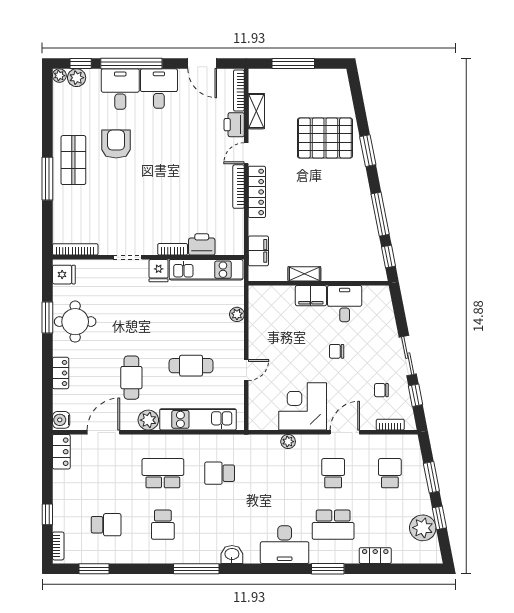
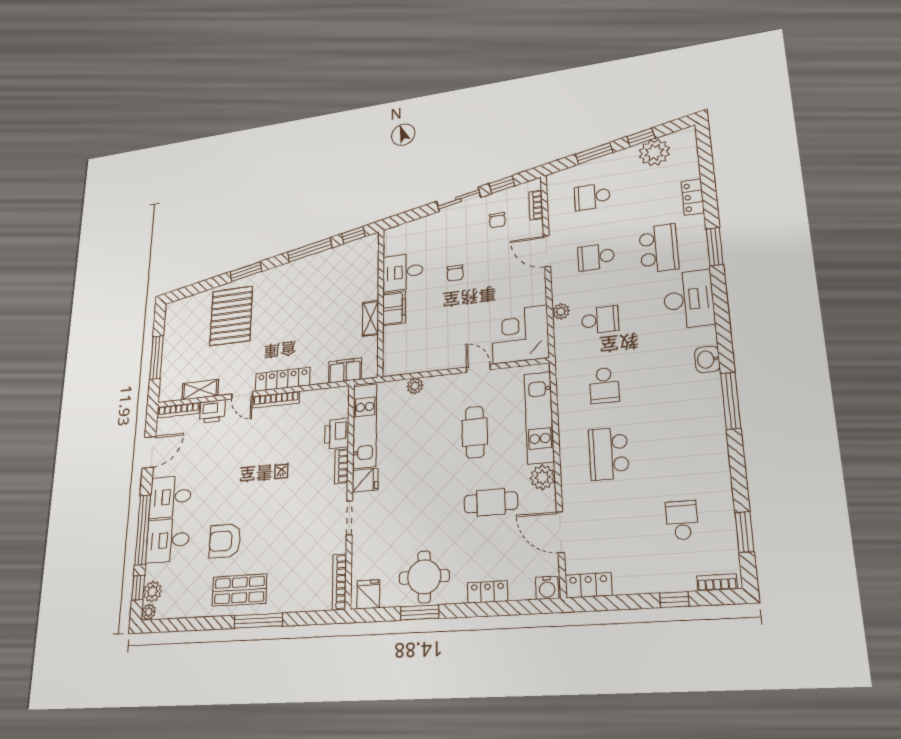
corner desk: (303, 406) -> (520, 334), moved, turned 90
school desk: (163, 525) -> (600, 320), moved

